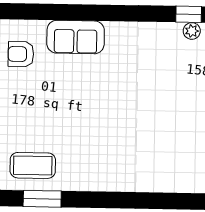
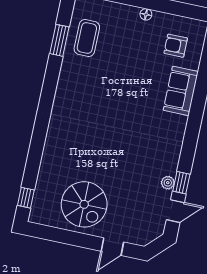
armchair: (21, 54) -> (176, 46), turned -90

